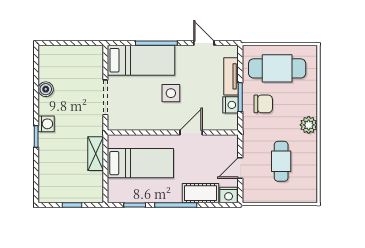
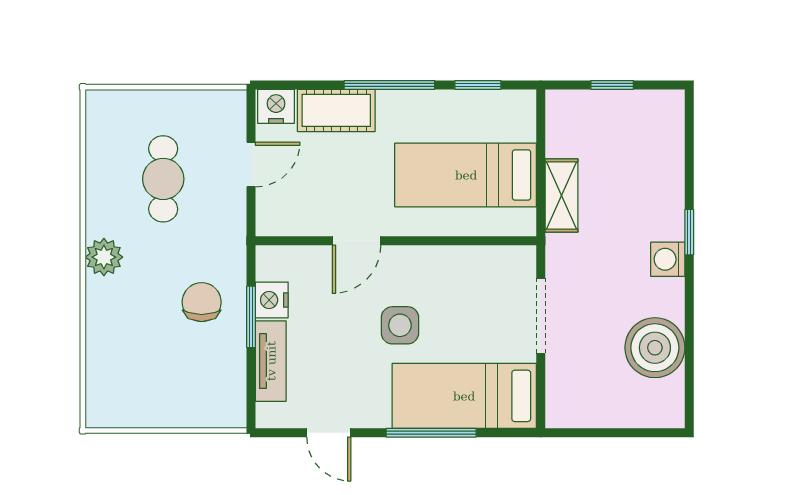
cafe table: (277, 68) -> (172, 378), removed
boiler: (46, 89) -> (655, 348), width x1.86, depth x1.86
chair: (263, 104) -> (202, 302), turned 90

